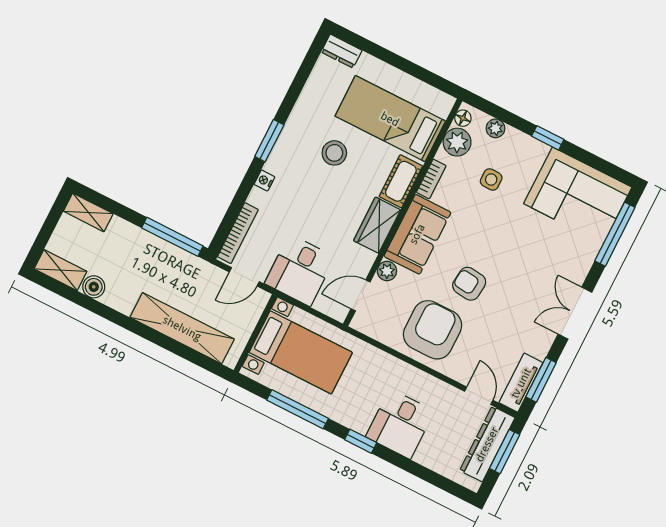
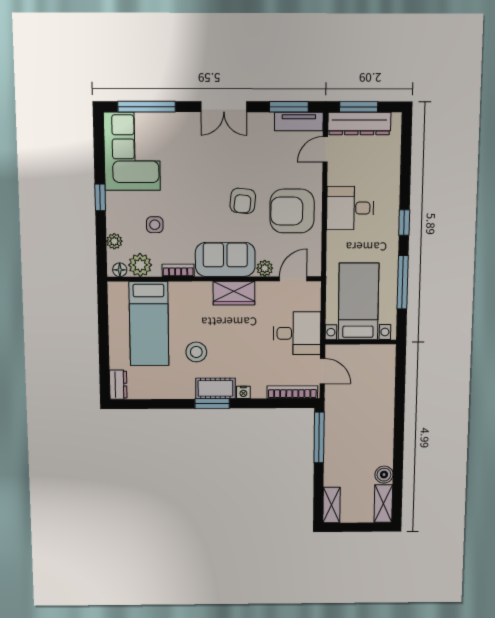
cot: (401, 181) -> (215, 388), moved
door: (361, 295) -> (293, 279), swing flipped
shelving: (182, 328) -> (383, 397), removed
desk: (400, 424) -> (350, 208), moved, turned 180

